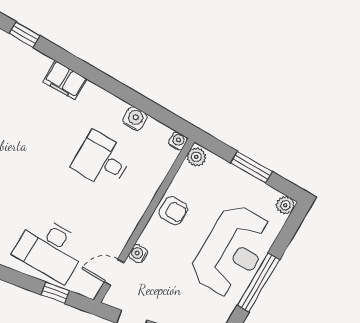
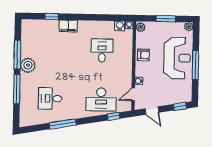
window: (25, 35) -> (51, 17), moved
water cooler: (135, 119) -> (120, 26), moved
desk: (102, 160) -> (102, 51), turned 90

